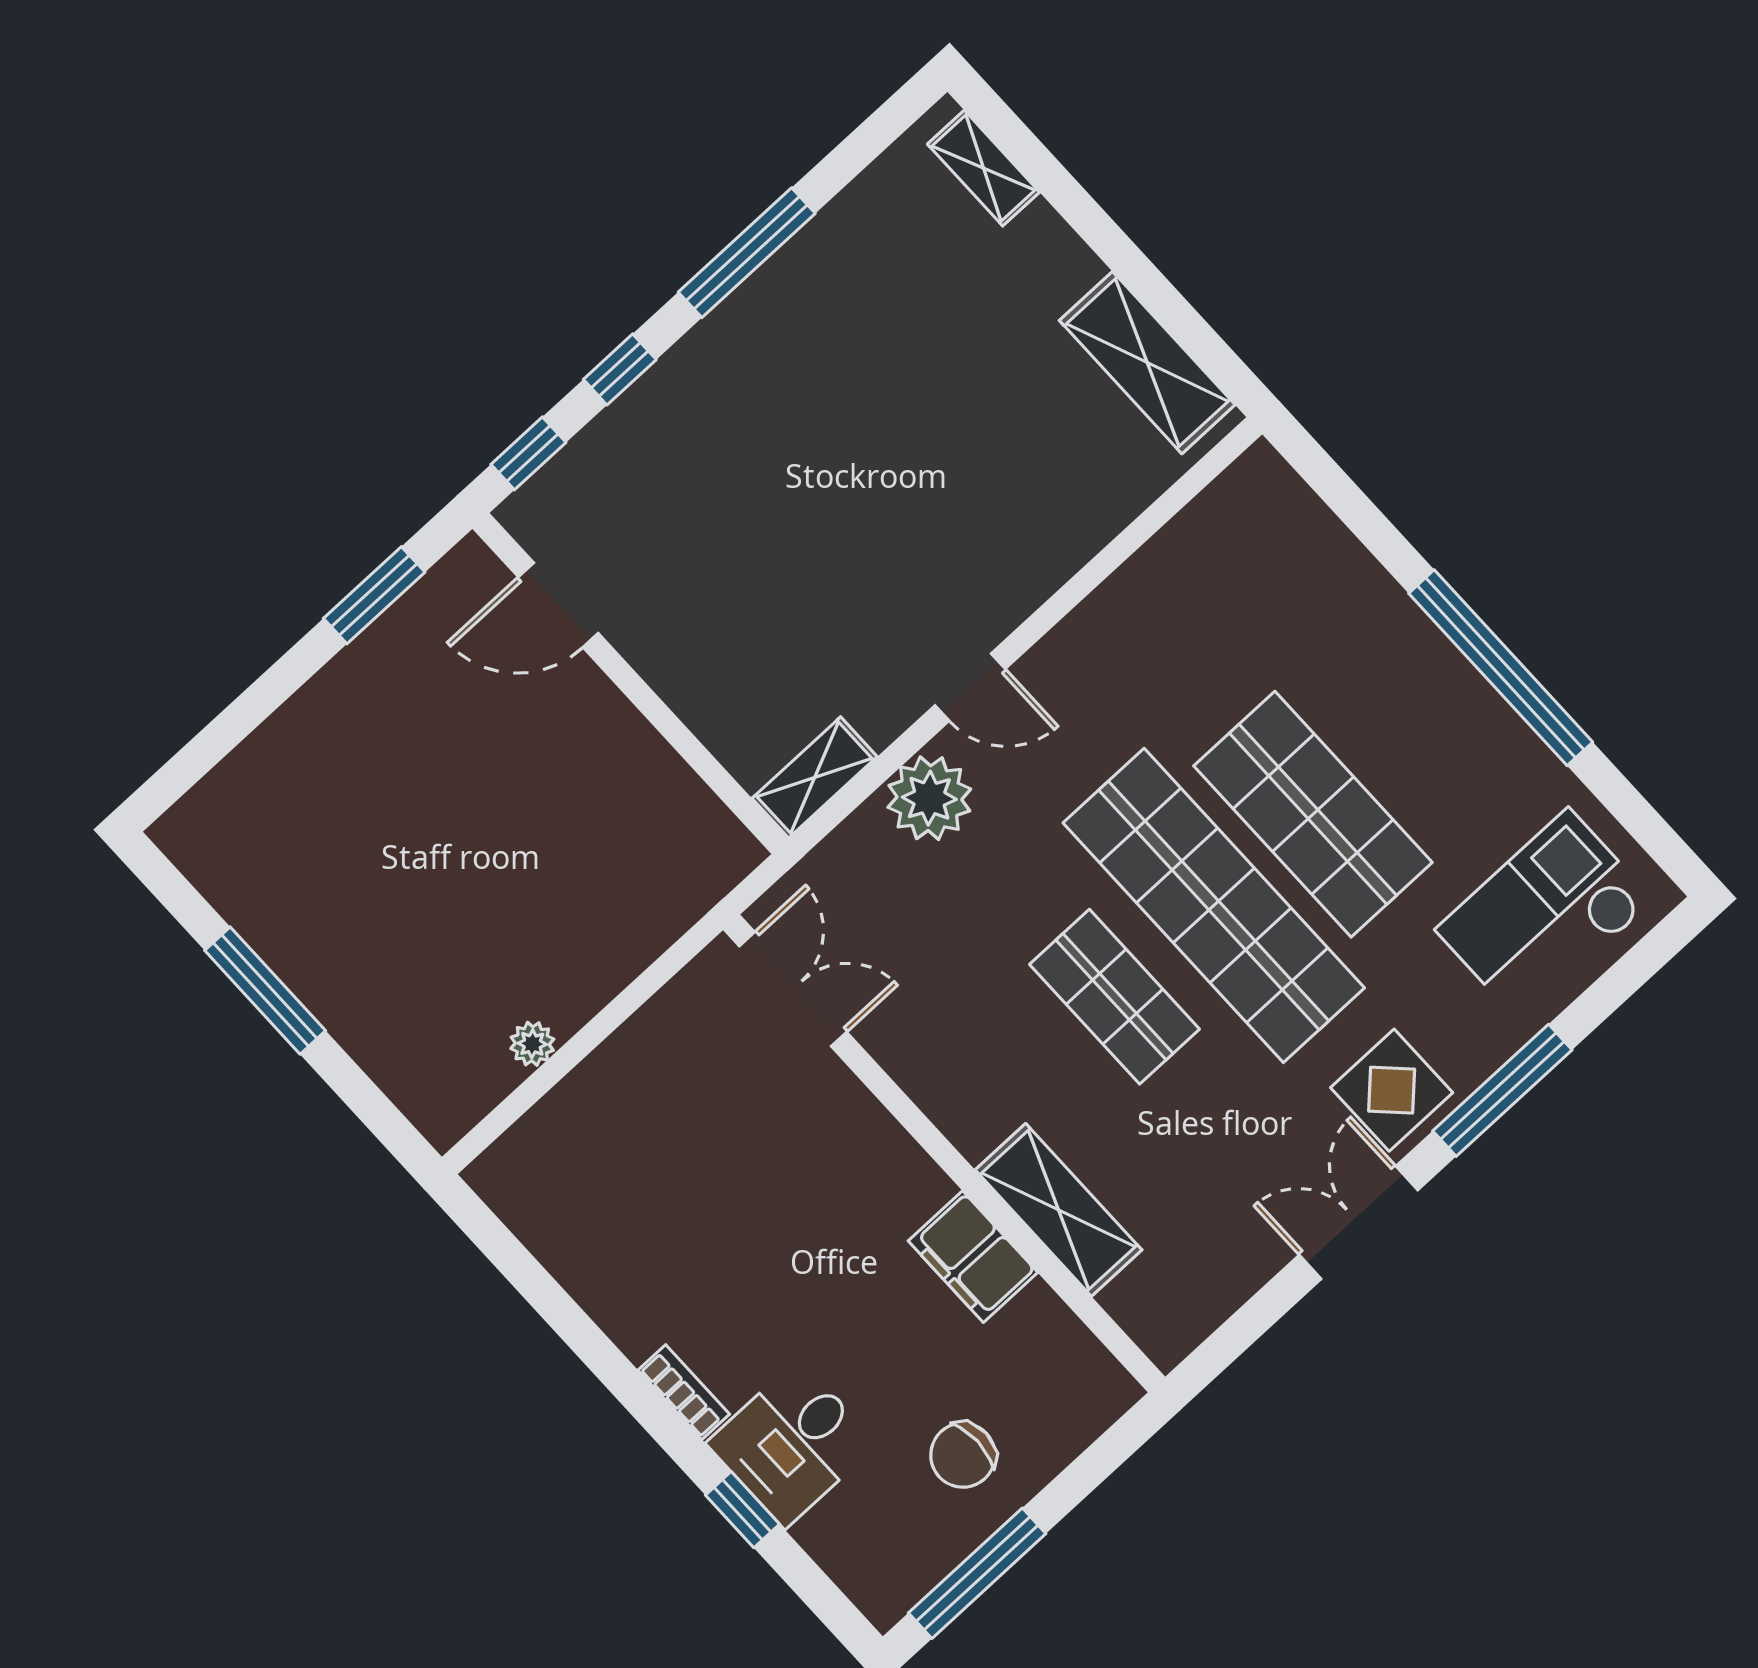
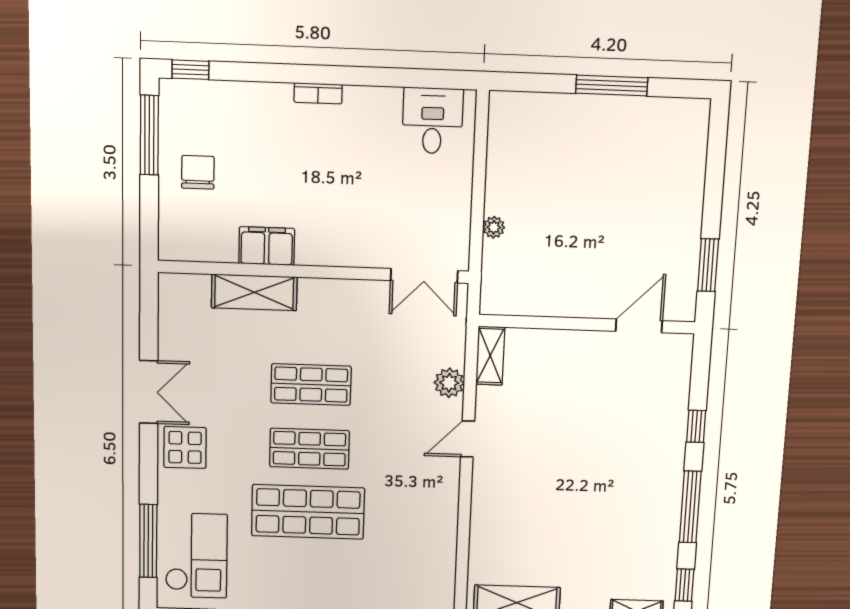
window: (528, 453) -> (684, 585), moved
plant: (929, 798) -> (449, 383), width x0.73, depth x0.73
shop shelf: (1214, 905) -> (309, 449), width x0.50, depth x0.74
plant: (532, 1044) -> (494, 227), moved
window: (1502, 1090) -> (148, 541), moved
desk: (792, 1443) -> (432, 121), moved
window: (742, 1510) -> (190, 70), moved

